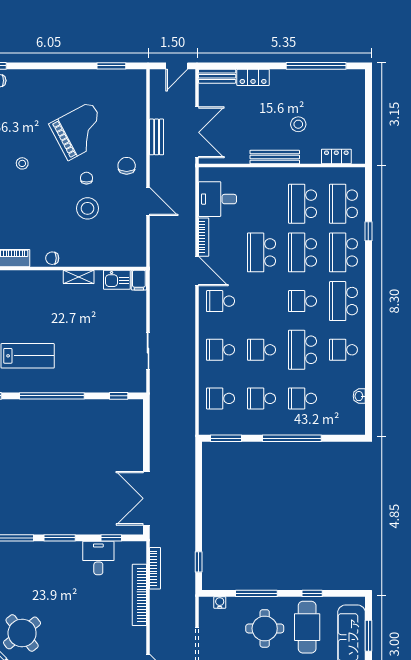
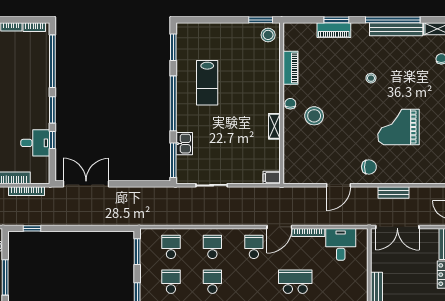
grand piano: (80, 131) -> (399, 127), turned 118
chair: (86, 178) -> (358, 133), removed
stool: (88, 208) -> (314, 116), moved
kitchen sink: (117, 280) -> (184, 144), moved, turned 180
window: (119, 396) -> (173, 160), width x2.17
window: (111, 538) -> (52, 140), moved

